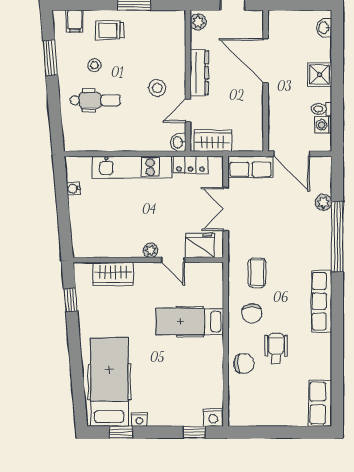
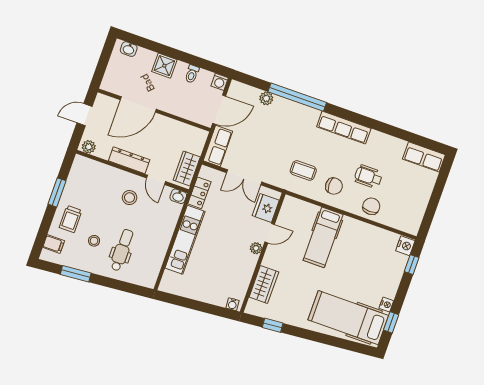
washing machine: (323, 125) -> (220, 82), moved
water cooler: (73, 189) -> (232, 304), moved

